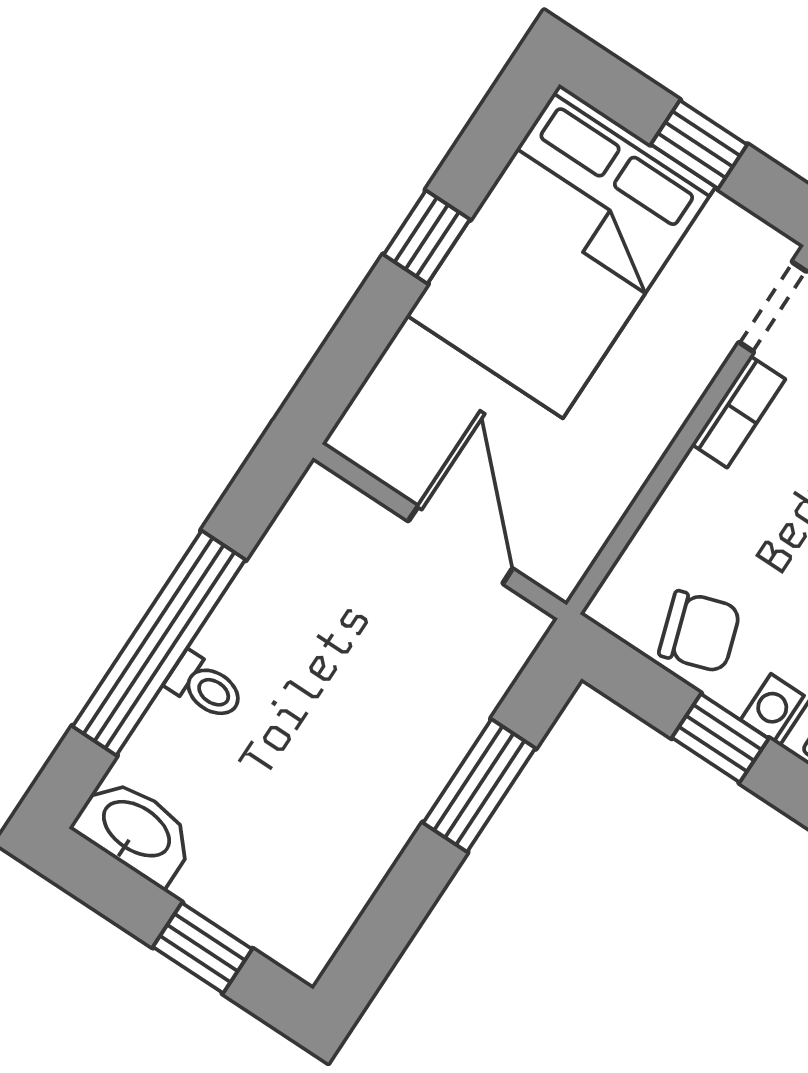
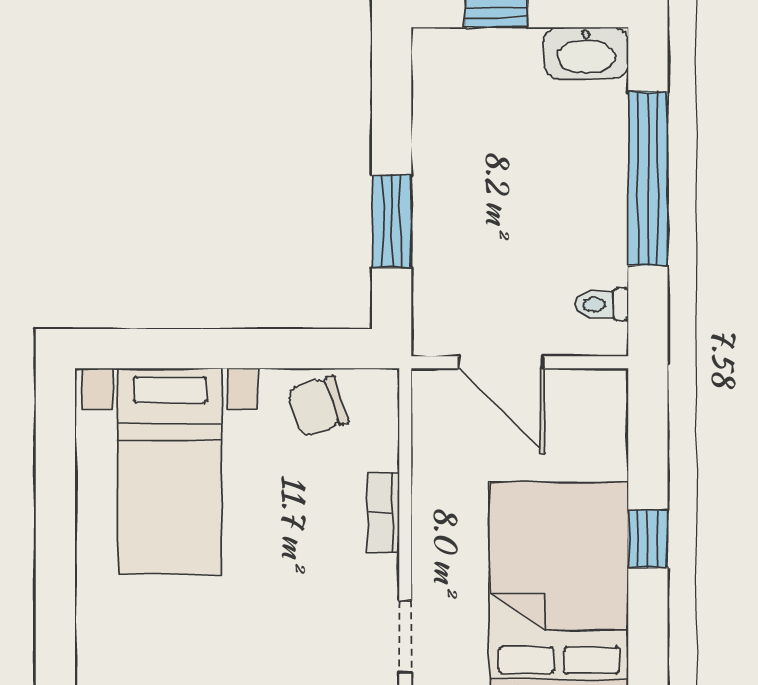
bookcase: (739, 412) -> (384, 513), moved
toilet: (205, 687) -> (601, 304), moved
window: (720, 738) -> (262, 349), removed

